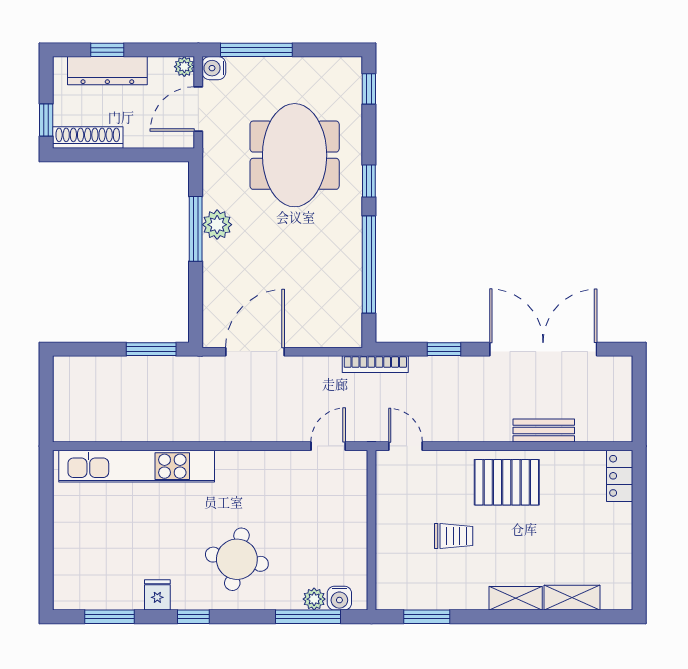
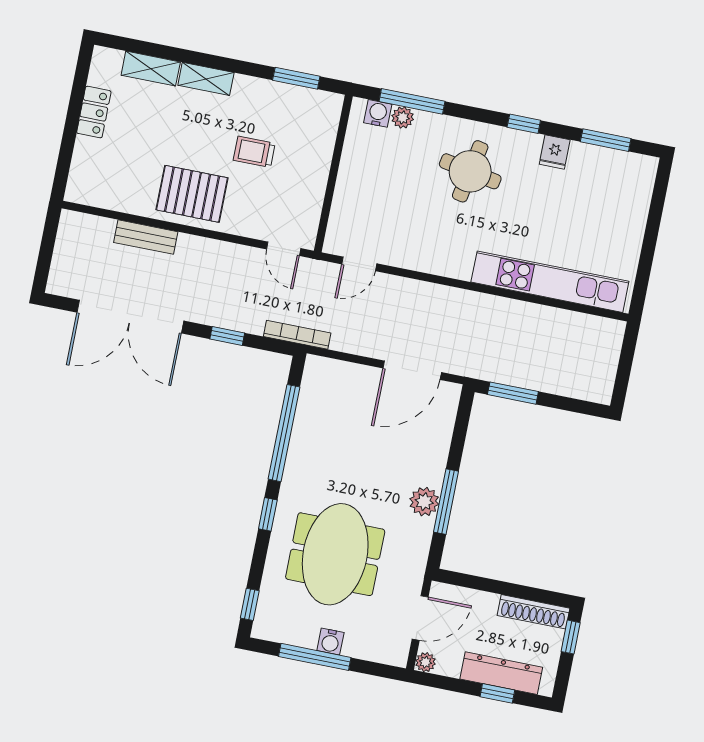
window: (256, 50) -> (315, 657), moved
water cooler: (214, 68) -> (330, 642), moved, turned 90
locker: (620, 476) -> (94, 112), moved

